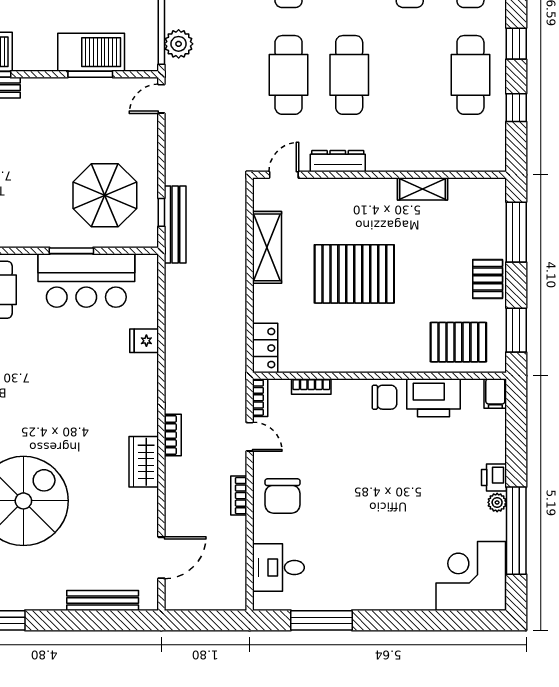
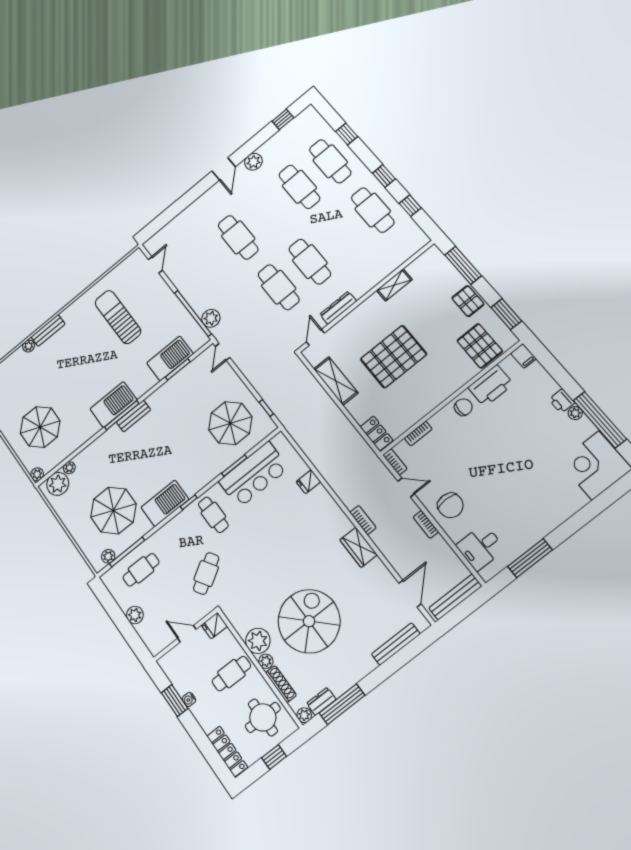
bench: (175, 225) -> (455, 597), moved, turned 90
pallet: (458, 342) -> (480, 346), turned 90

